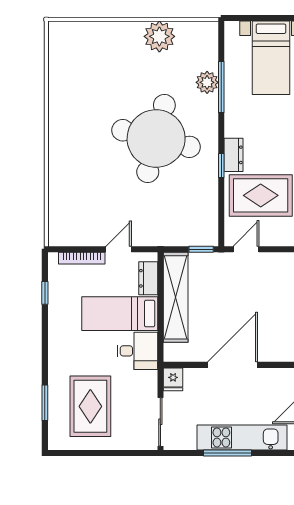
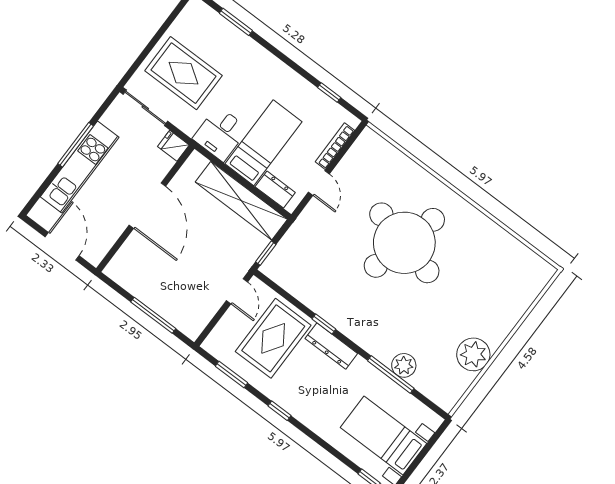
round table: (156, 139) -> (404, 243), moved
dresser: (234, 155) -> (331, 346), width x1.44
rug: (90, 406) -> (184, 73), moved

